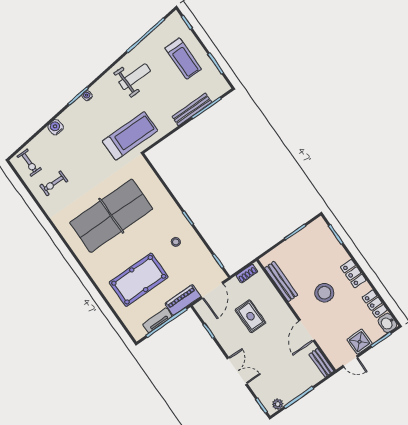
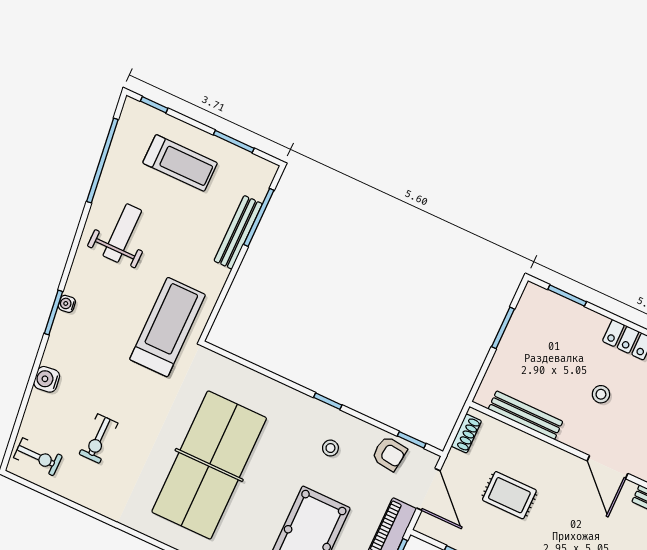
exercise bike: (54, 183) -> (99, 439), moved
armchair: (203, 261) -> (389, 454), added
stool: (324, 293) -> (601, 394), width x0.53, depth x0.53

